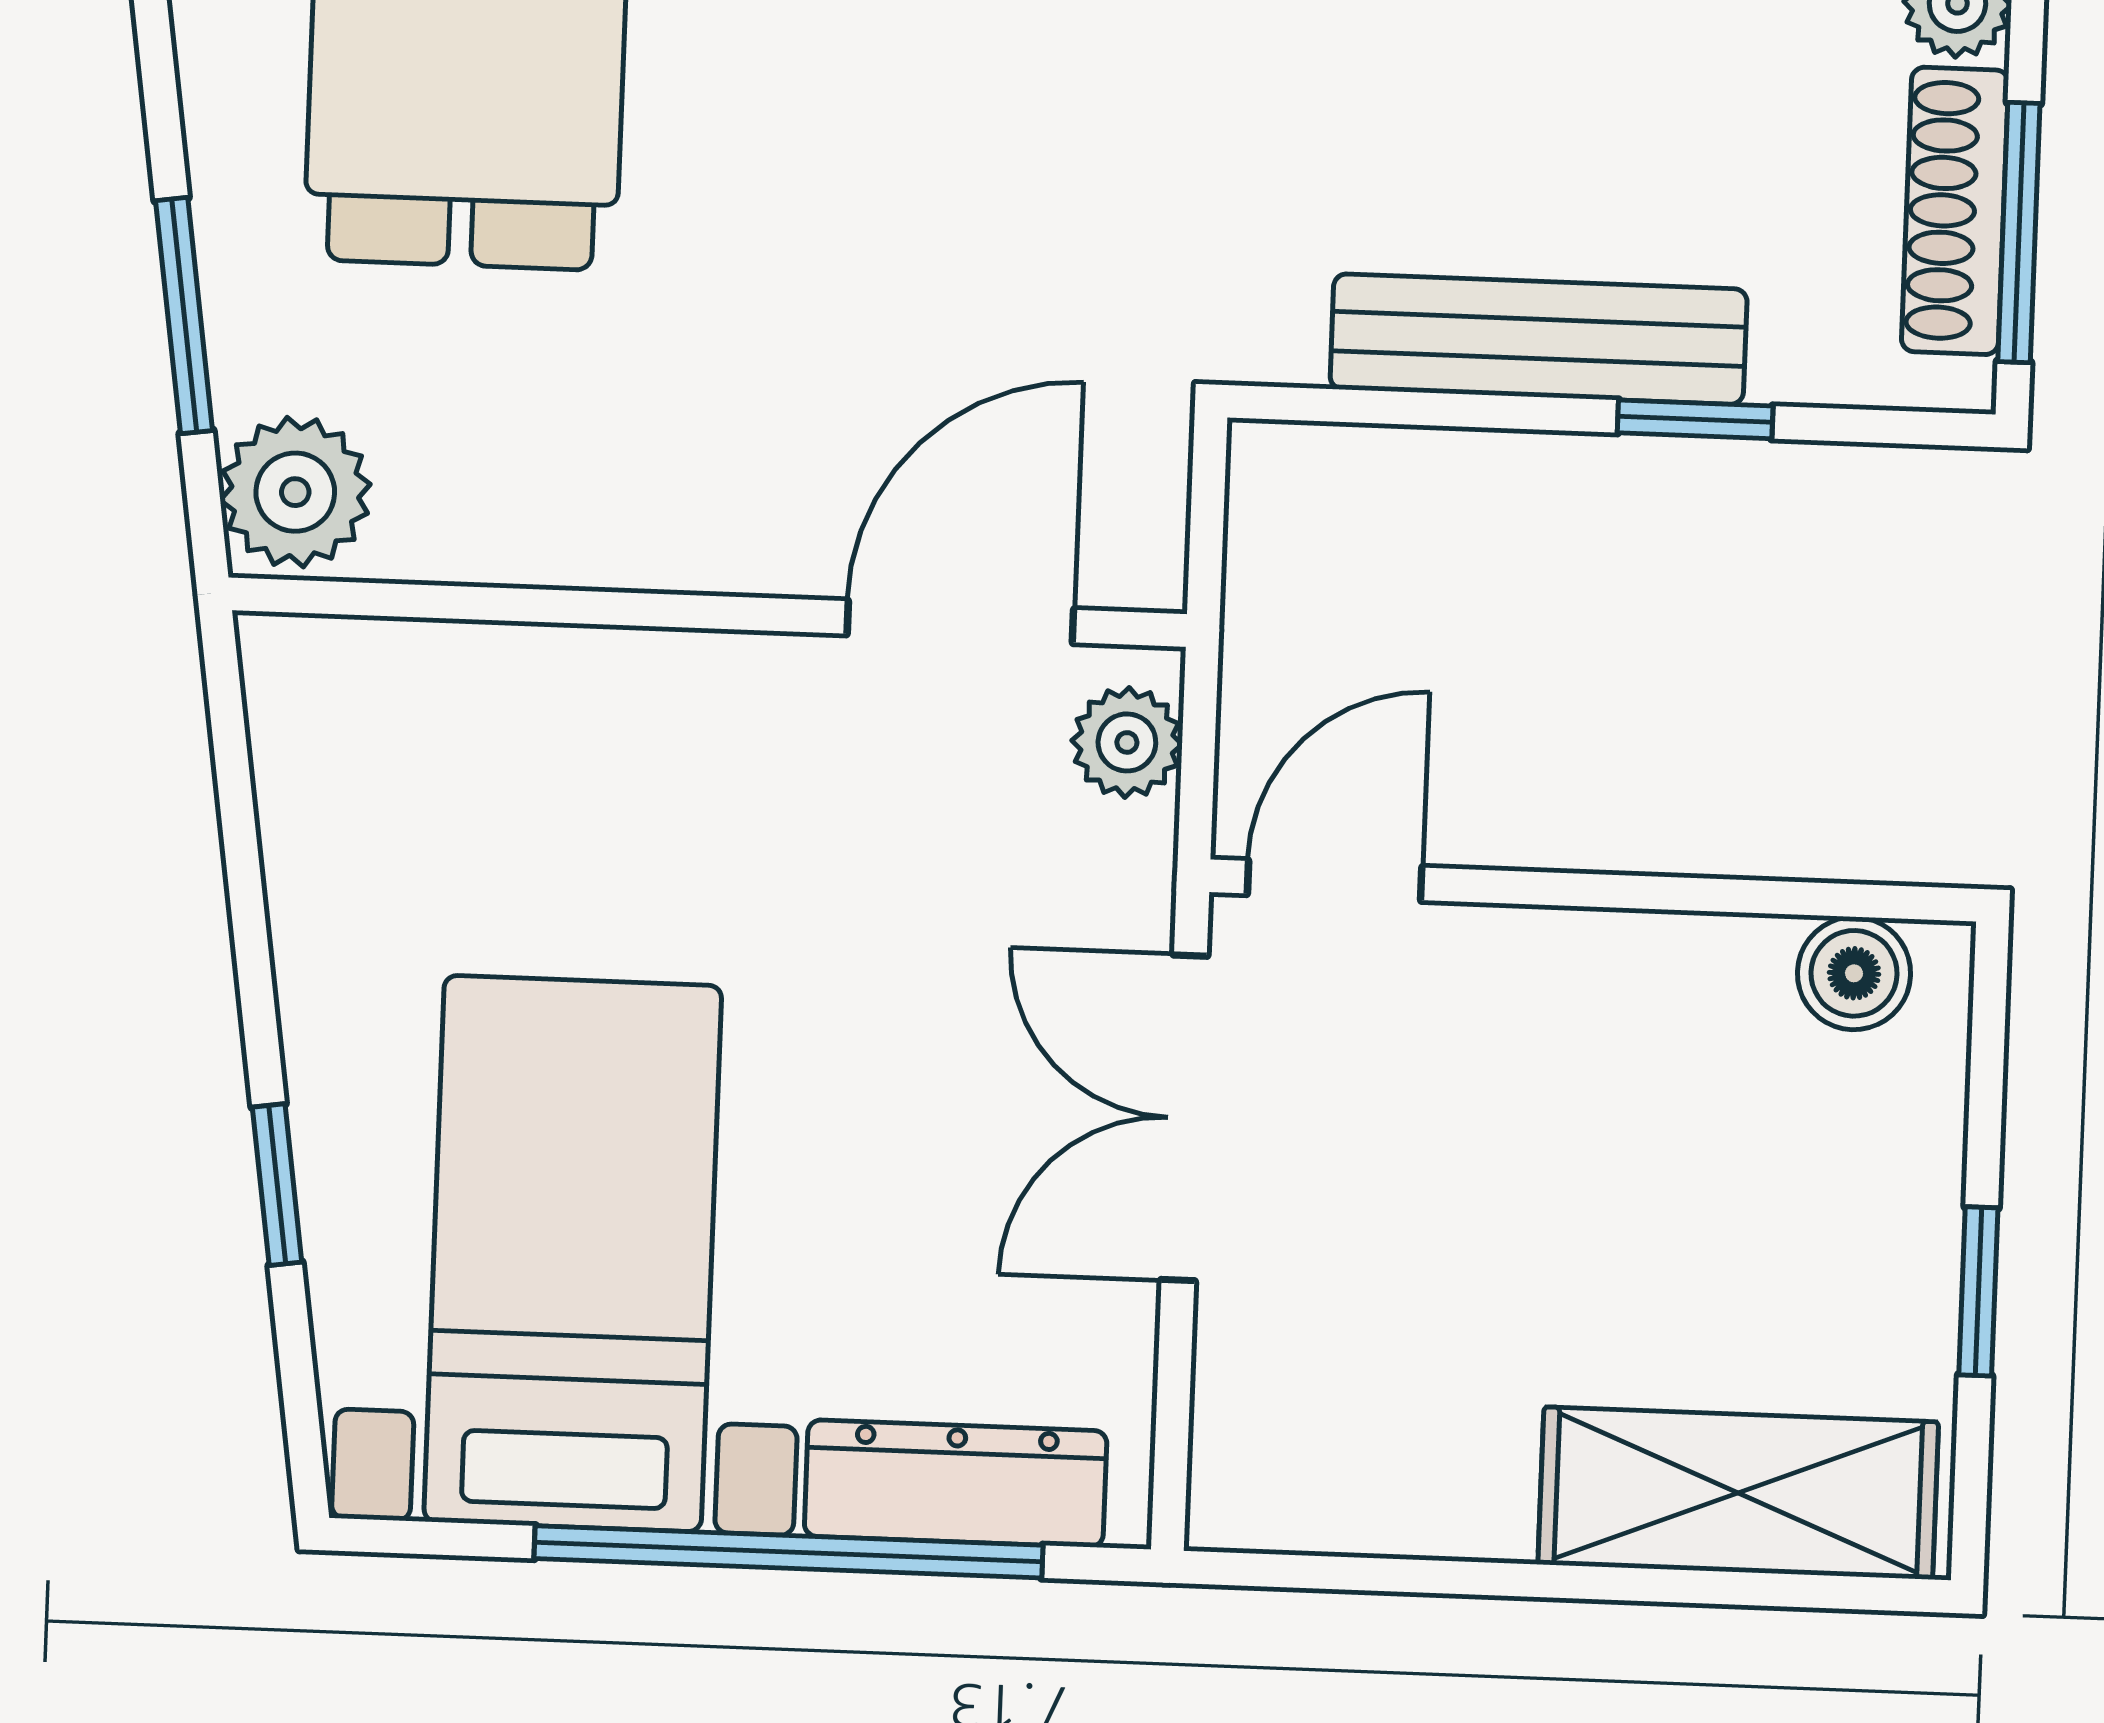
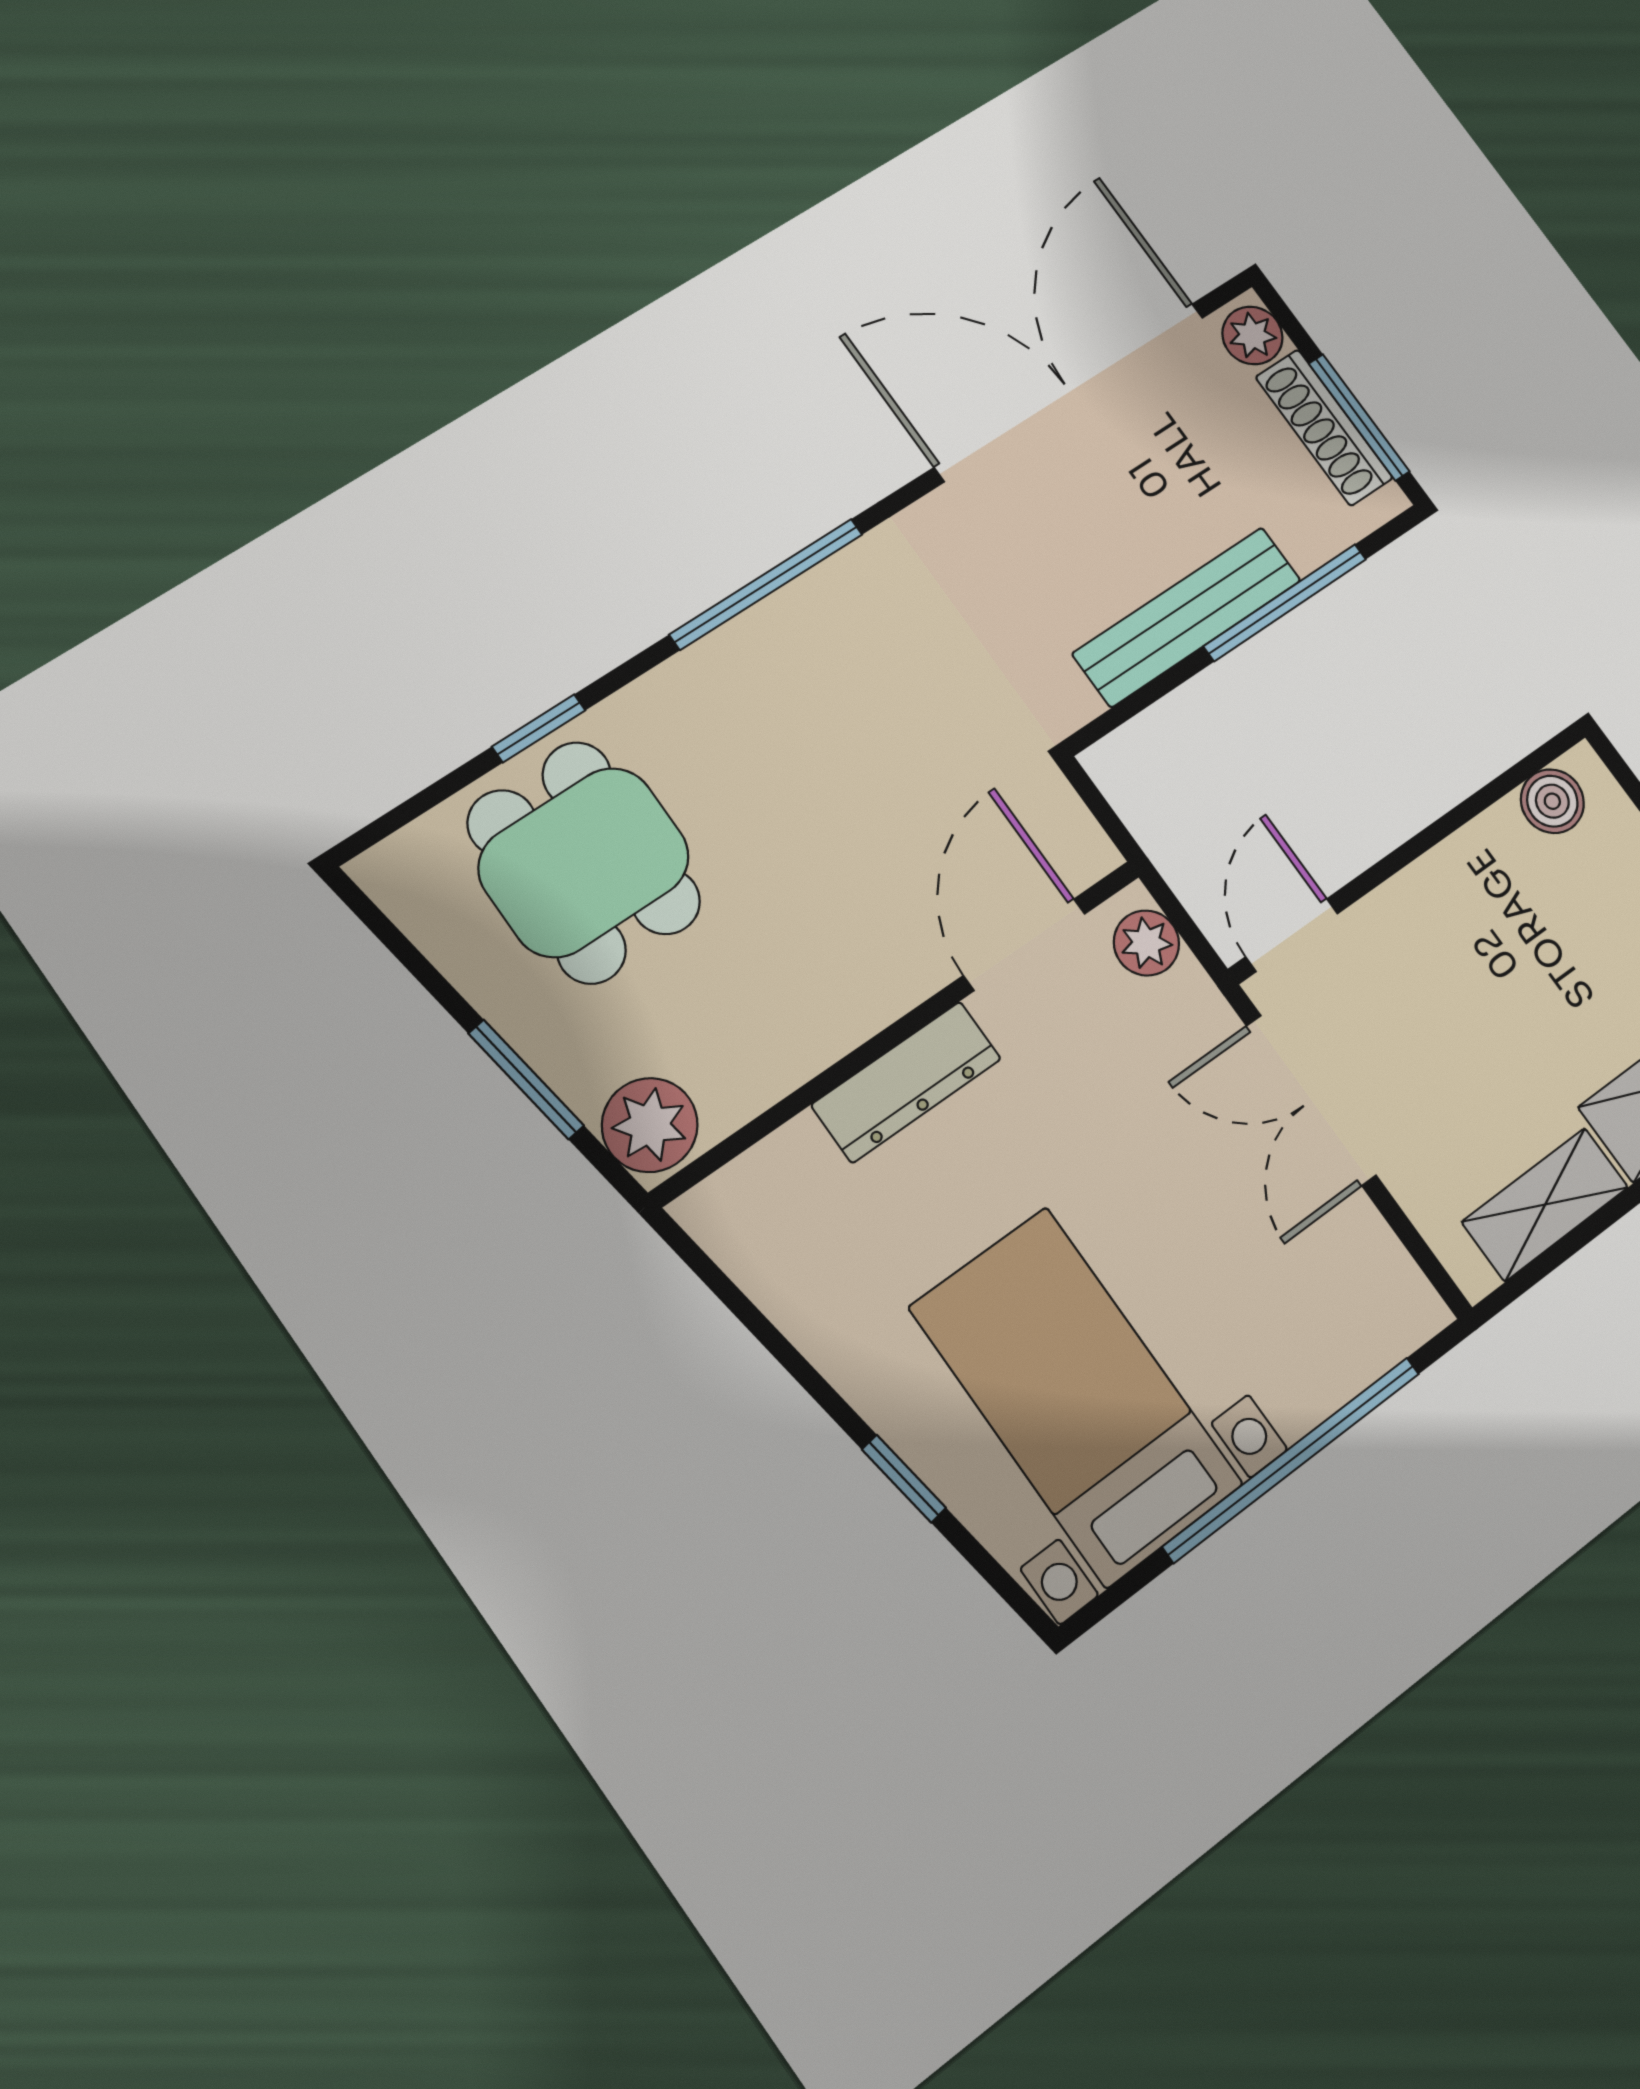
window: (1695, 419) -> (1285, 602), width x2.17
dresser: (956, 1483) -> (906, 1082), moved, turned 180
shelving: (1393, 1497) -> (1545, 1205), added

